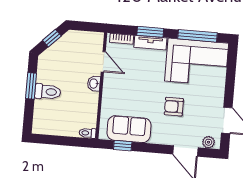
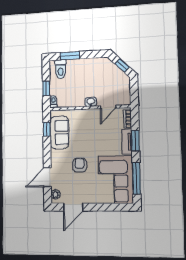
window: (31, 86) -> (70, 56), moved
toilet: (48, 92) -> (61, 69), moved
window: (69, 141) -> (46, 88), added

